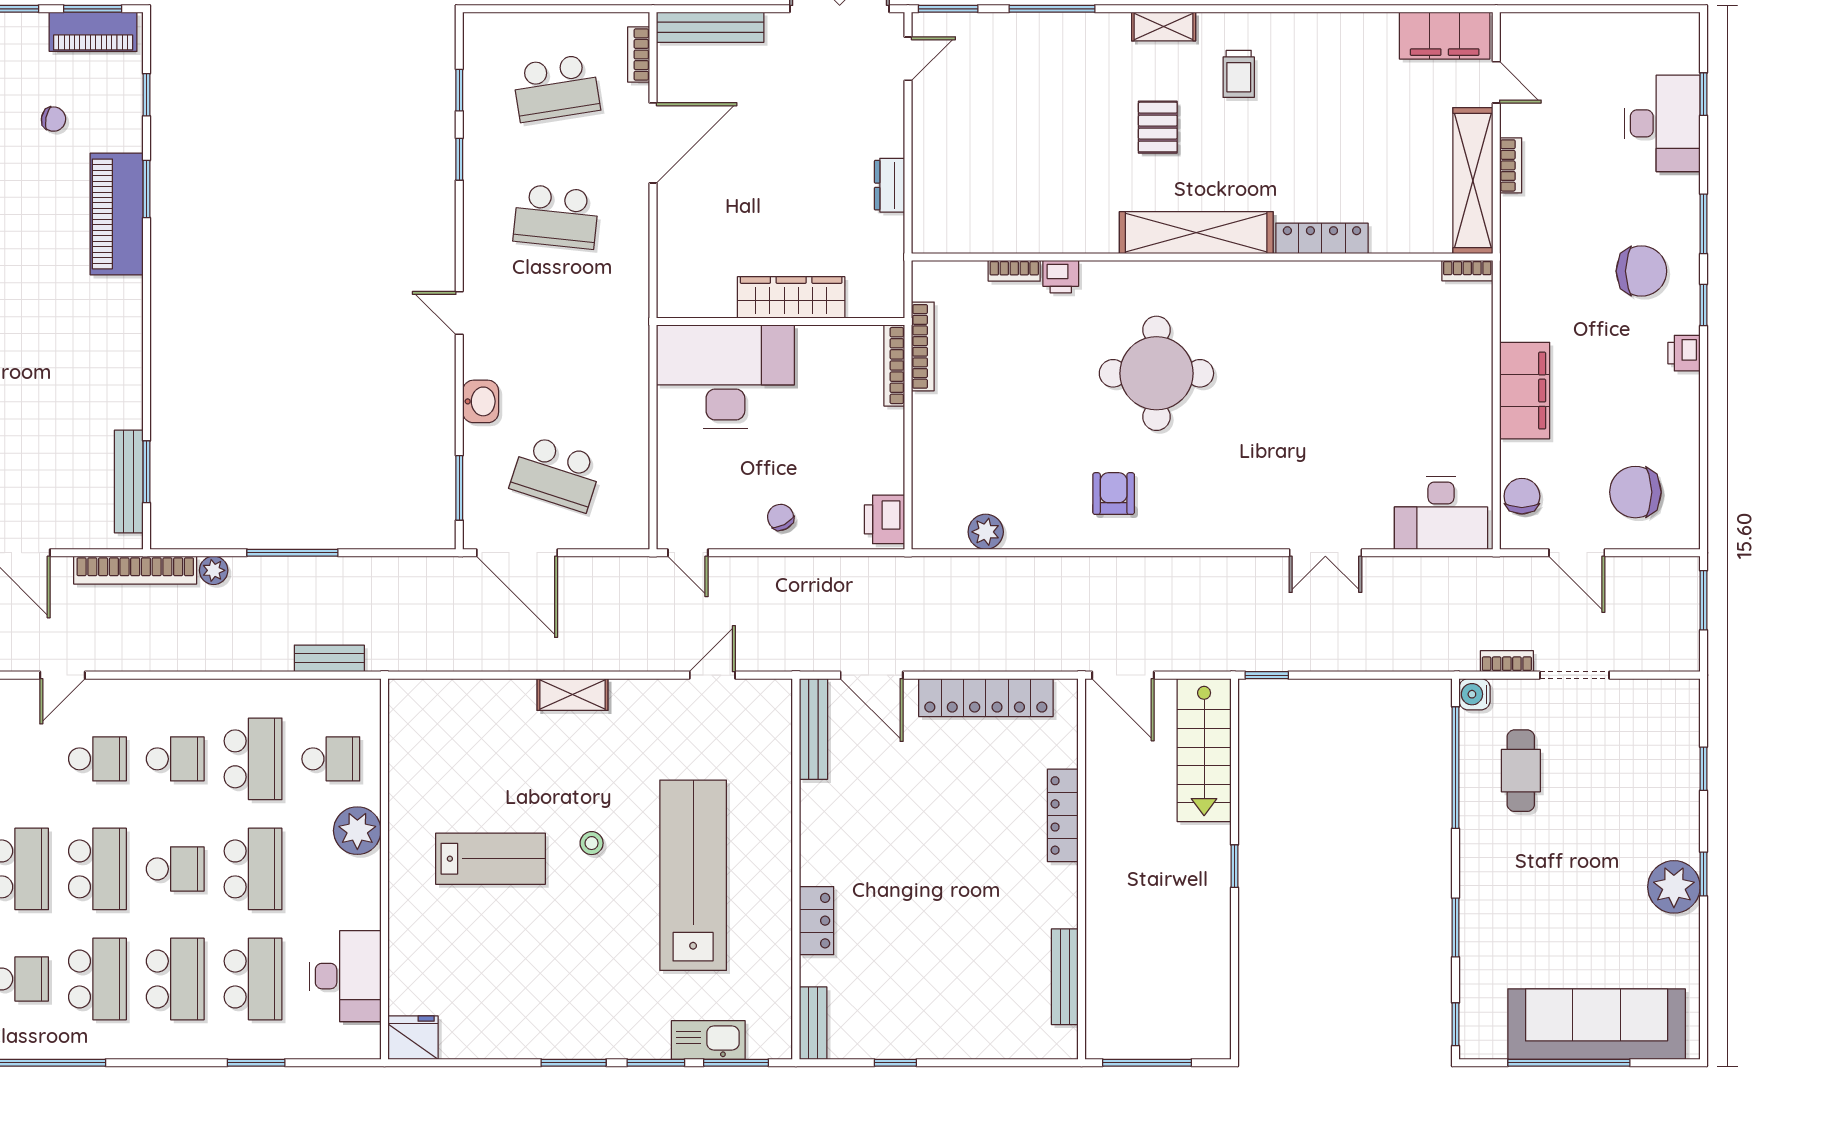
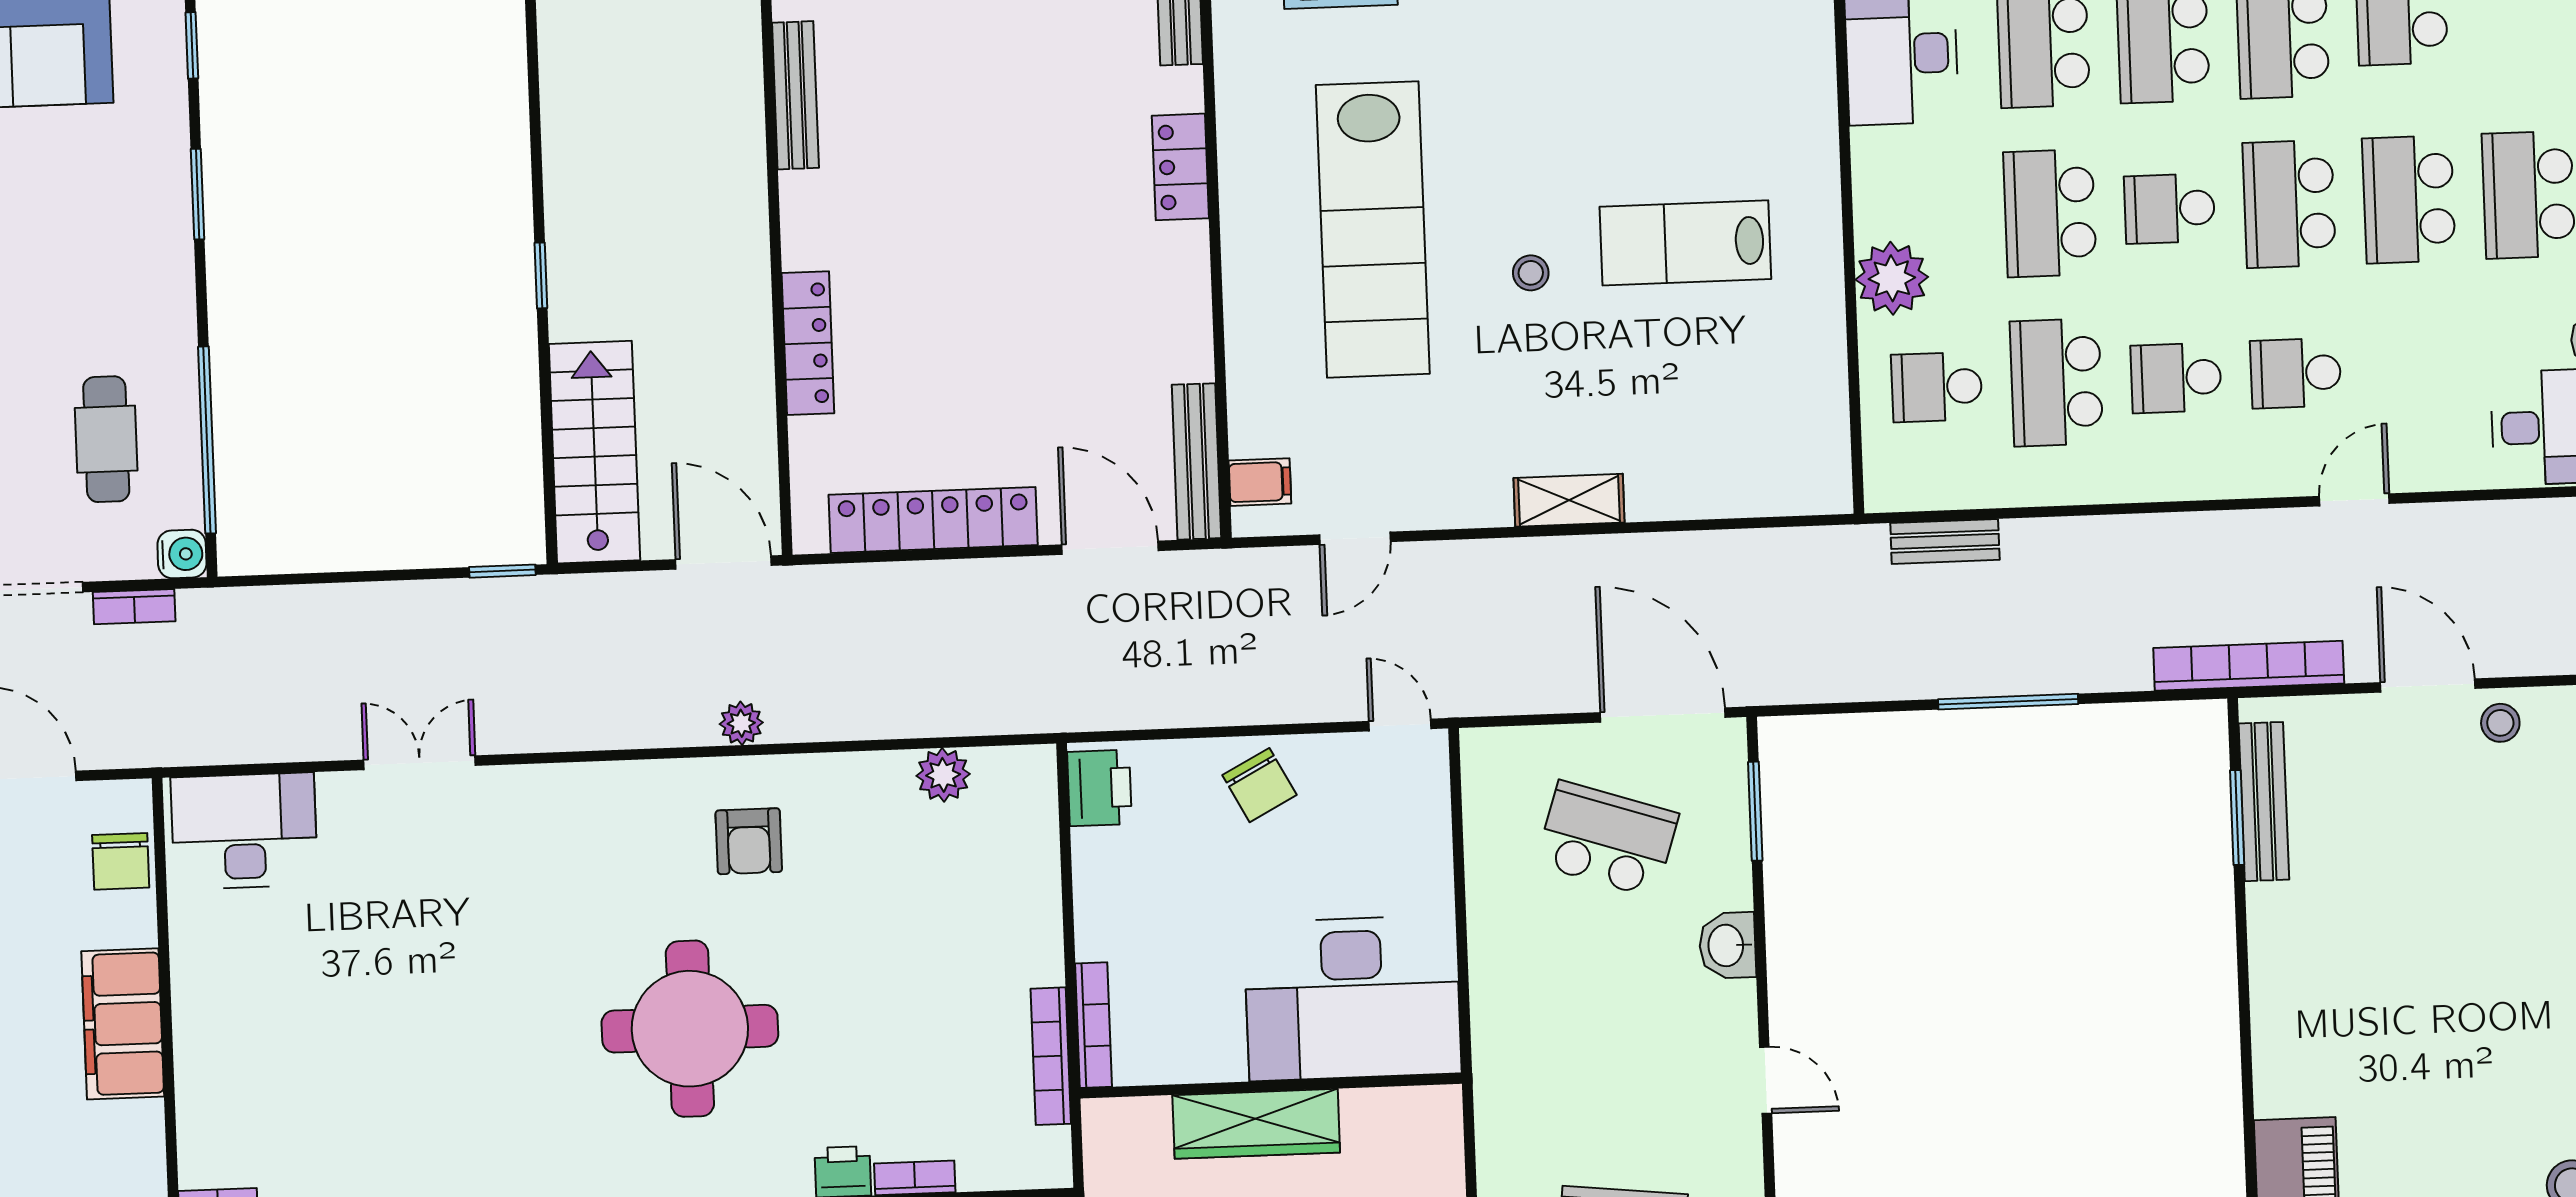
chair: (781, 517) -> (1260, 785), width x1.37, depth x1.37
plant: (214, 570) -> (741, 723), moved
filing cabinet: (773, 714) -> (1260, 482), added

